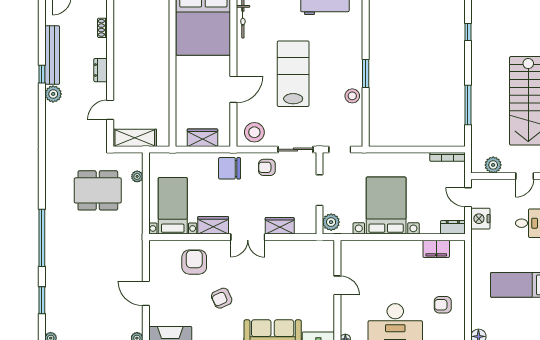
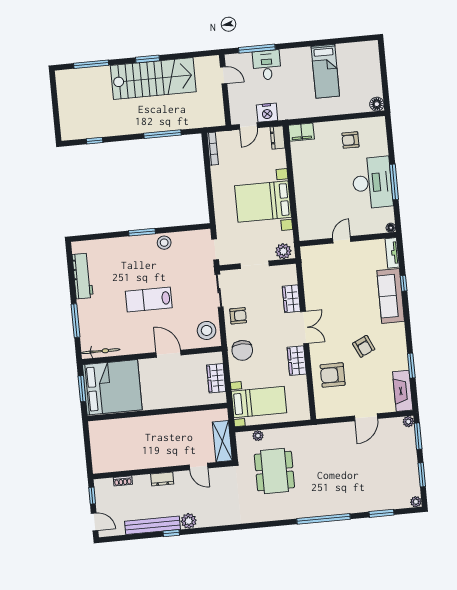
lab bench: (293, 74) -> (149, 300), width x0.73, depth x0.72
plant: (493, 165) -> (216, 106), removed
armchair: (267, 167) -> (238, 316), turned -90
bed with nightstands: (173, 206) -> (259, 402), moved, turned 180
filing cabinet: (436, 249) -> (301, 132), moved, turned 90
armchair: (443, 305) -> (350, 140), turned 90

